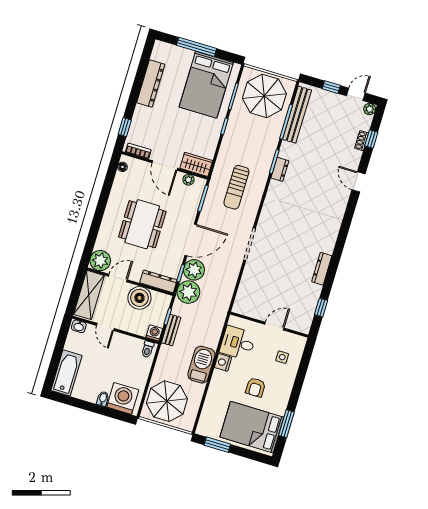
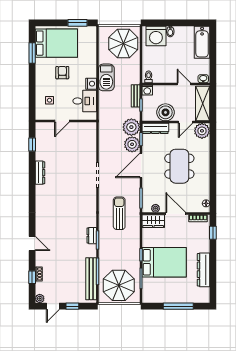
bed: (206, 85) -> (164, 262), moved, turned 90

